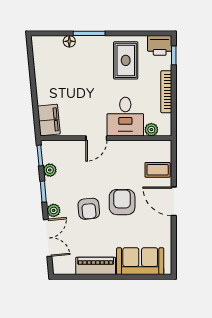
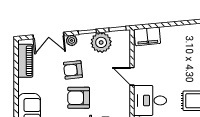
plant: (50, 170) -> (101, 42), width x1.88, depth x1.88
armchair: (122, 202) -> (79, 98), turned 180
piano: (96, 266) -> (25, 61), moved

